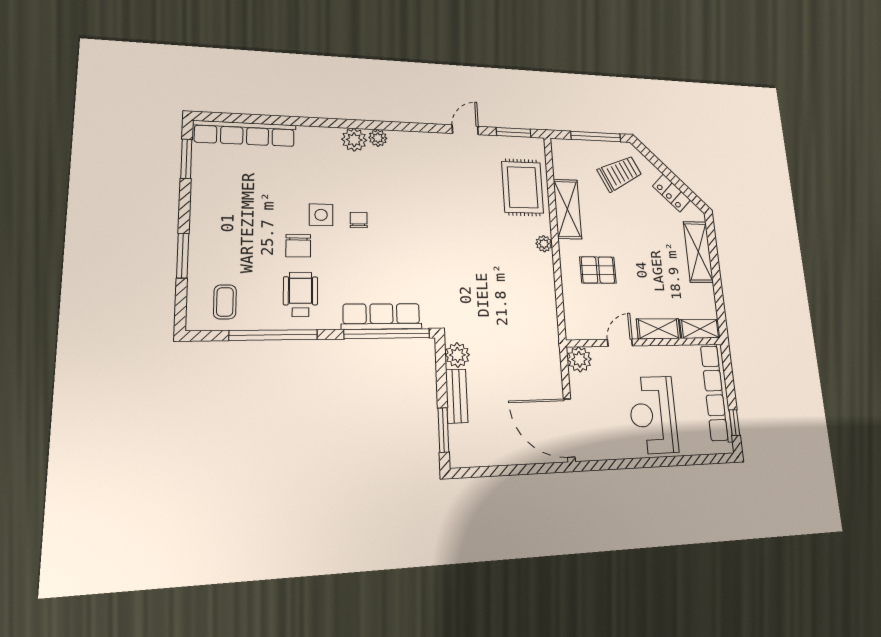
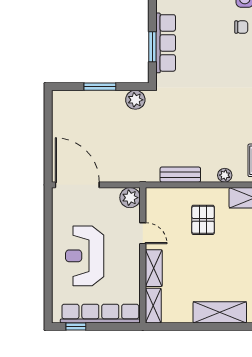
window: (387, 334) -> (152, 47), width x0.47
bench: (457, 396) -> (180, 175), moved
reception desk: (653, 415) -> (85, 256), turned -90
door: (569, 428) -> (77, 185), hinge flipped
window: (443, 430) -> (100, 87), moved

